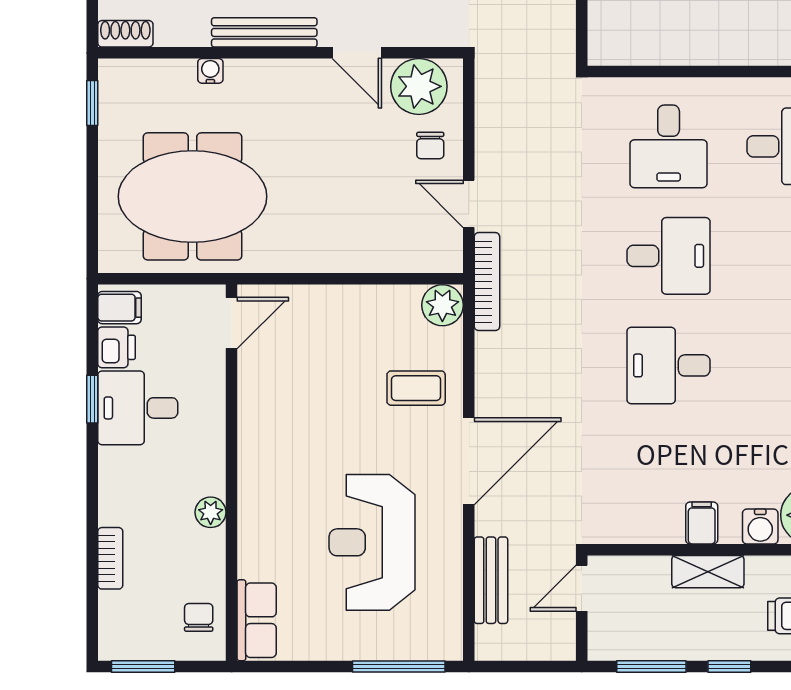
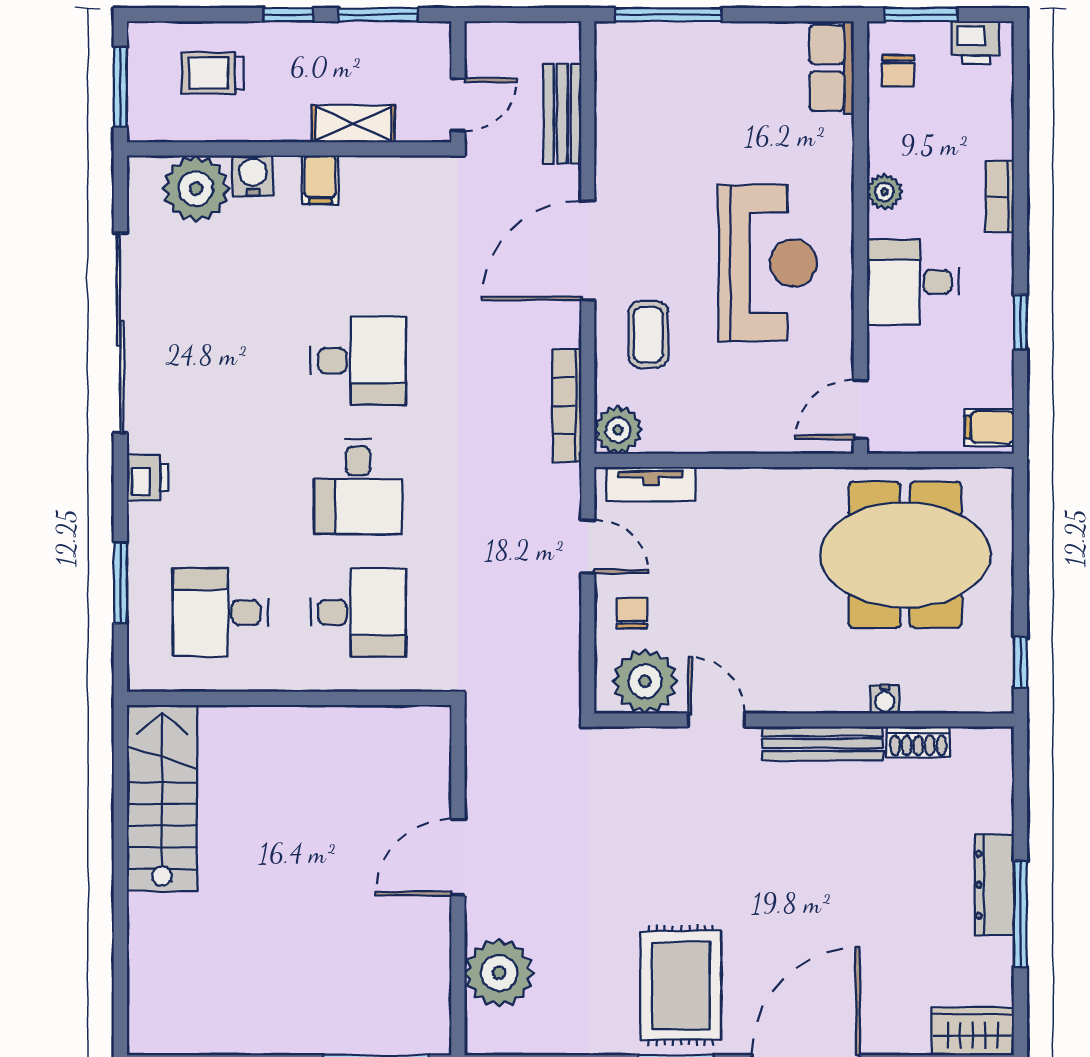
shoe rack: (125, 34) -> (918, 742), moved
desk: (669, 146) -> (358, 612), turned 90
desk: (669, 256) -> (358, 487), turned -90
tv unit: (414, 258) -> (651, 484), added
bookcase: (487, 282) -> (567, 406), moved
printer: (117, 347) -> (976, 43), moved, turned -90
coffee table: (416, 388) -> (648, 335), turned 90
desk: (138, 408) -> (913, 282), moved, turned 180
reception desk: (372, 542) -> (768, 263), moved
bookcase: (110, 558) -> (1000, 197), moved
shelving: (708, 572) -> (353, 124), moved
window: (143, 666) -> (921, 15), moved

